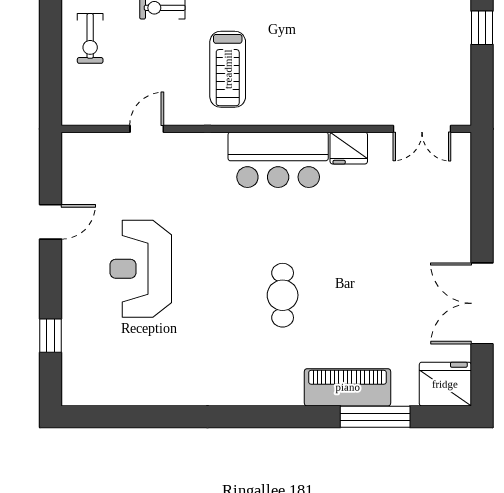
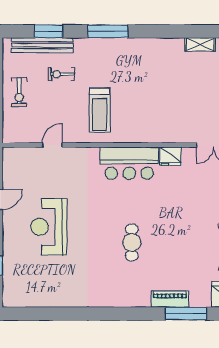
piano: (348, 387) -> (170, 299), width x0.73, depth x0.75

